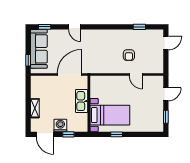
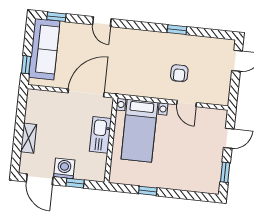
window: (139, 27) -> (177, 30), moved
bed with nightstands: (110, 115) -> (139, 131), moved, turned 90

